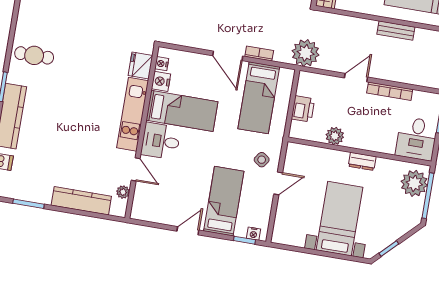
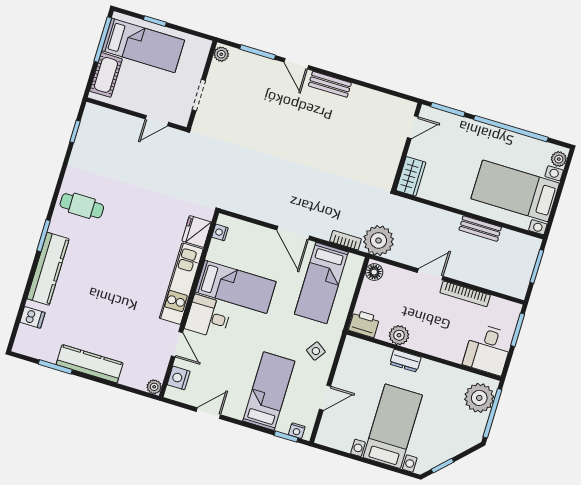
bookcase: (259, 54) -> (346, 240), moved
nightstand: (161, 81) -> (179, 378), moved
floor lamp: (305, 82) -> (374, 272), added
printer: (303, 109) -> (364, 324), moved, turned -90
dresser: (362, 161) -> (405, 361), moved
door: (278, 183) -> (325, 398), moved
plant: (123, 192) -> (154, 387), moved
kitchen counter: (81, 201) -> (90, 364), moved
door: (188, 231) -> (208, 413), moved

